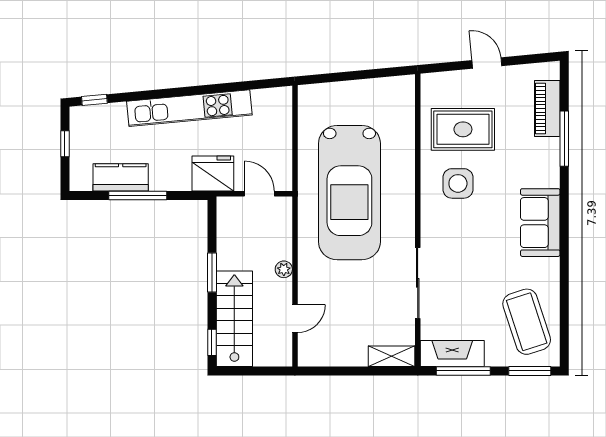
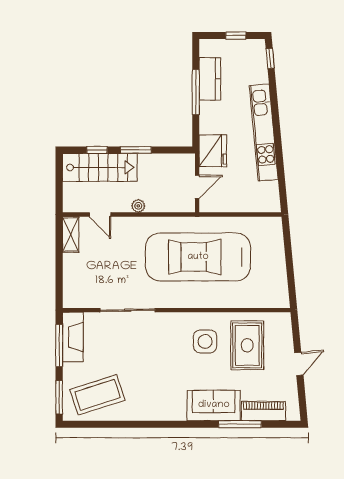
sofa: (540, 223) -> (214, 405), moved
window: (212, 342) -> (97, 150), moved
shelving: (392, 356) -> (71, 234), moved

